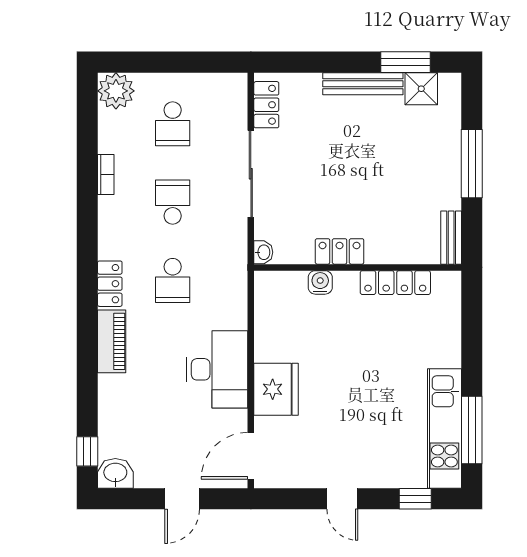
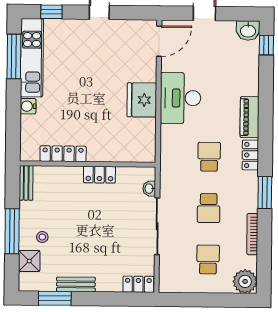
bench: (363, 84) -> (76, 284), width x0.73
shower: (421, 89) -> (29, 261), moved
locker: (266, 105) -> (138, 284), moved, turned 90
stool: (426, 155) -> (42, 237), added
bookcase: (106, 175) -> (252, 234), width x1.56
window: (87, 227) -> (265, 193), added
washbasin: (263, 252) -> (149, 189), moved
water cooler: (320, 282) -> (28, 106), moved, turned 90
fridge: (276, 389) -> (142, 100), moved

